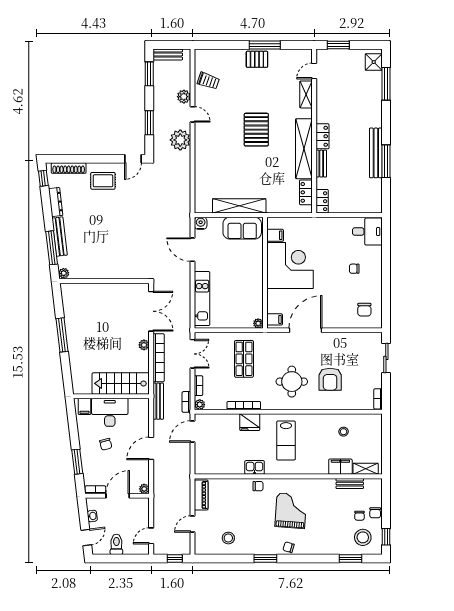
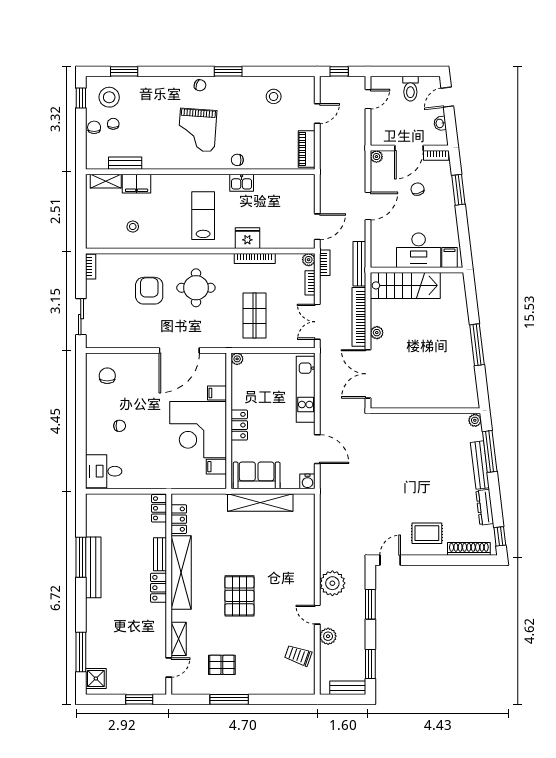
pallet: (257, 59) -> (222, 665), moved
locker: (256, 269) -> (239, 425), added
filing cabinet: (275, 319) -> (217, 393), moved
chair: (106, 444) -> (418, 189), moved

